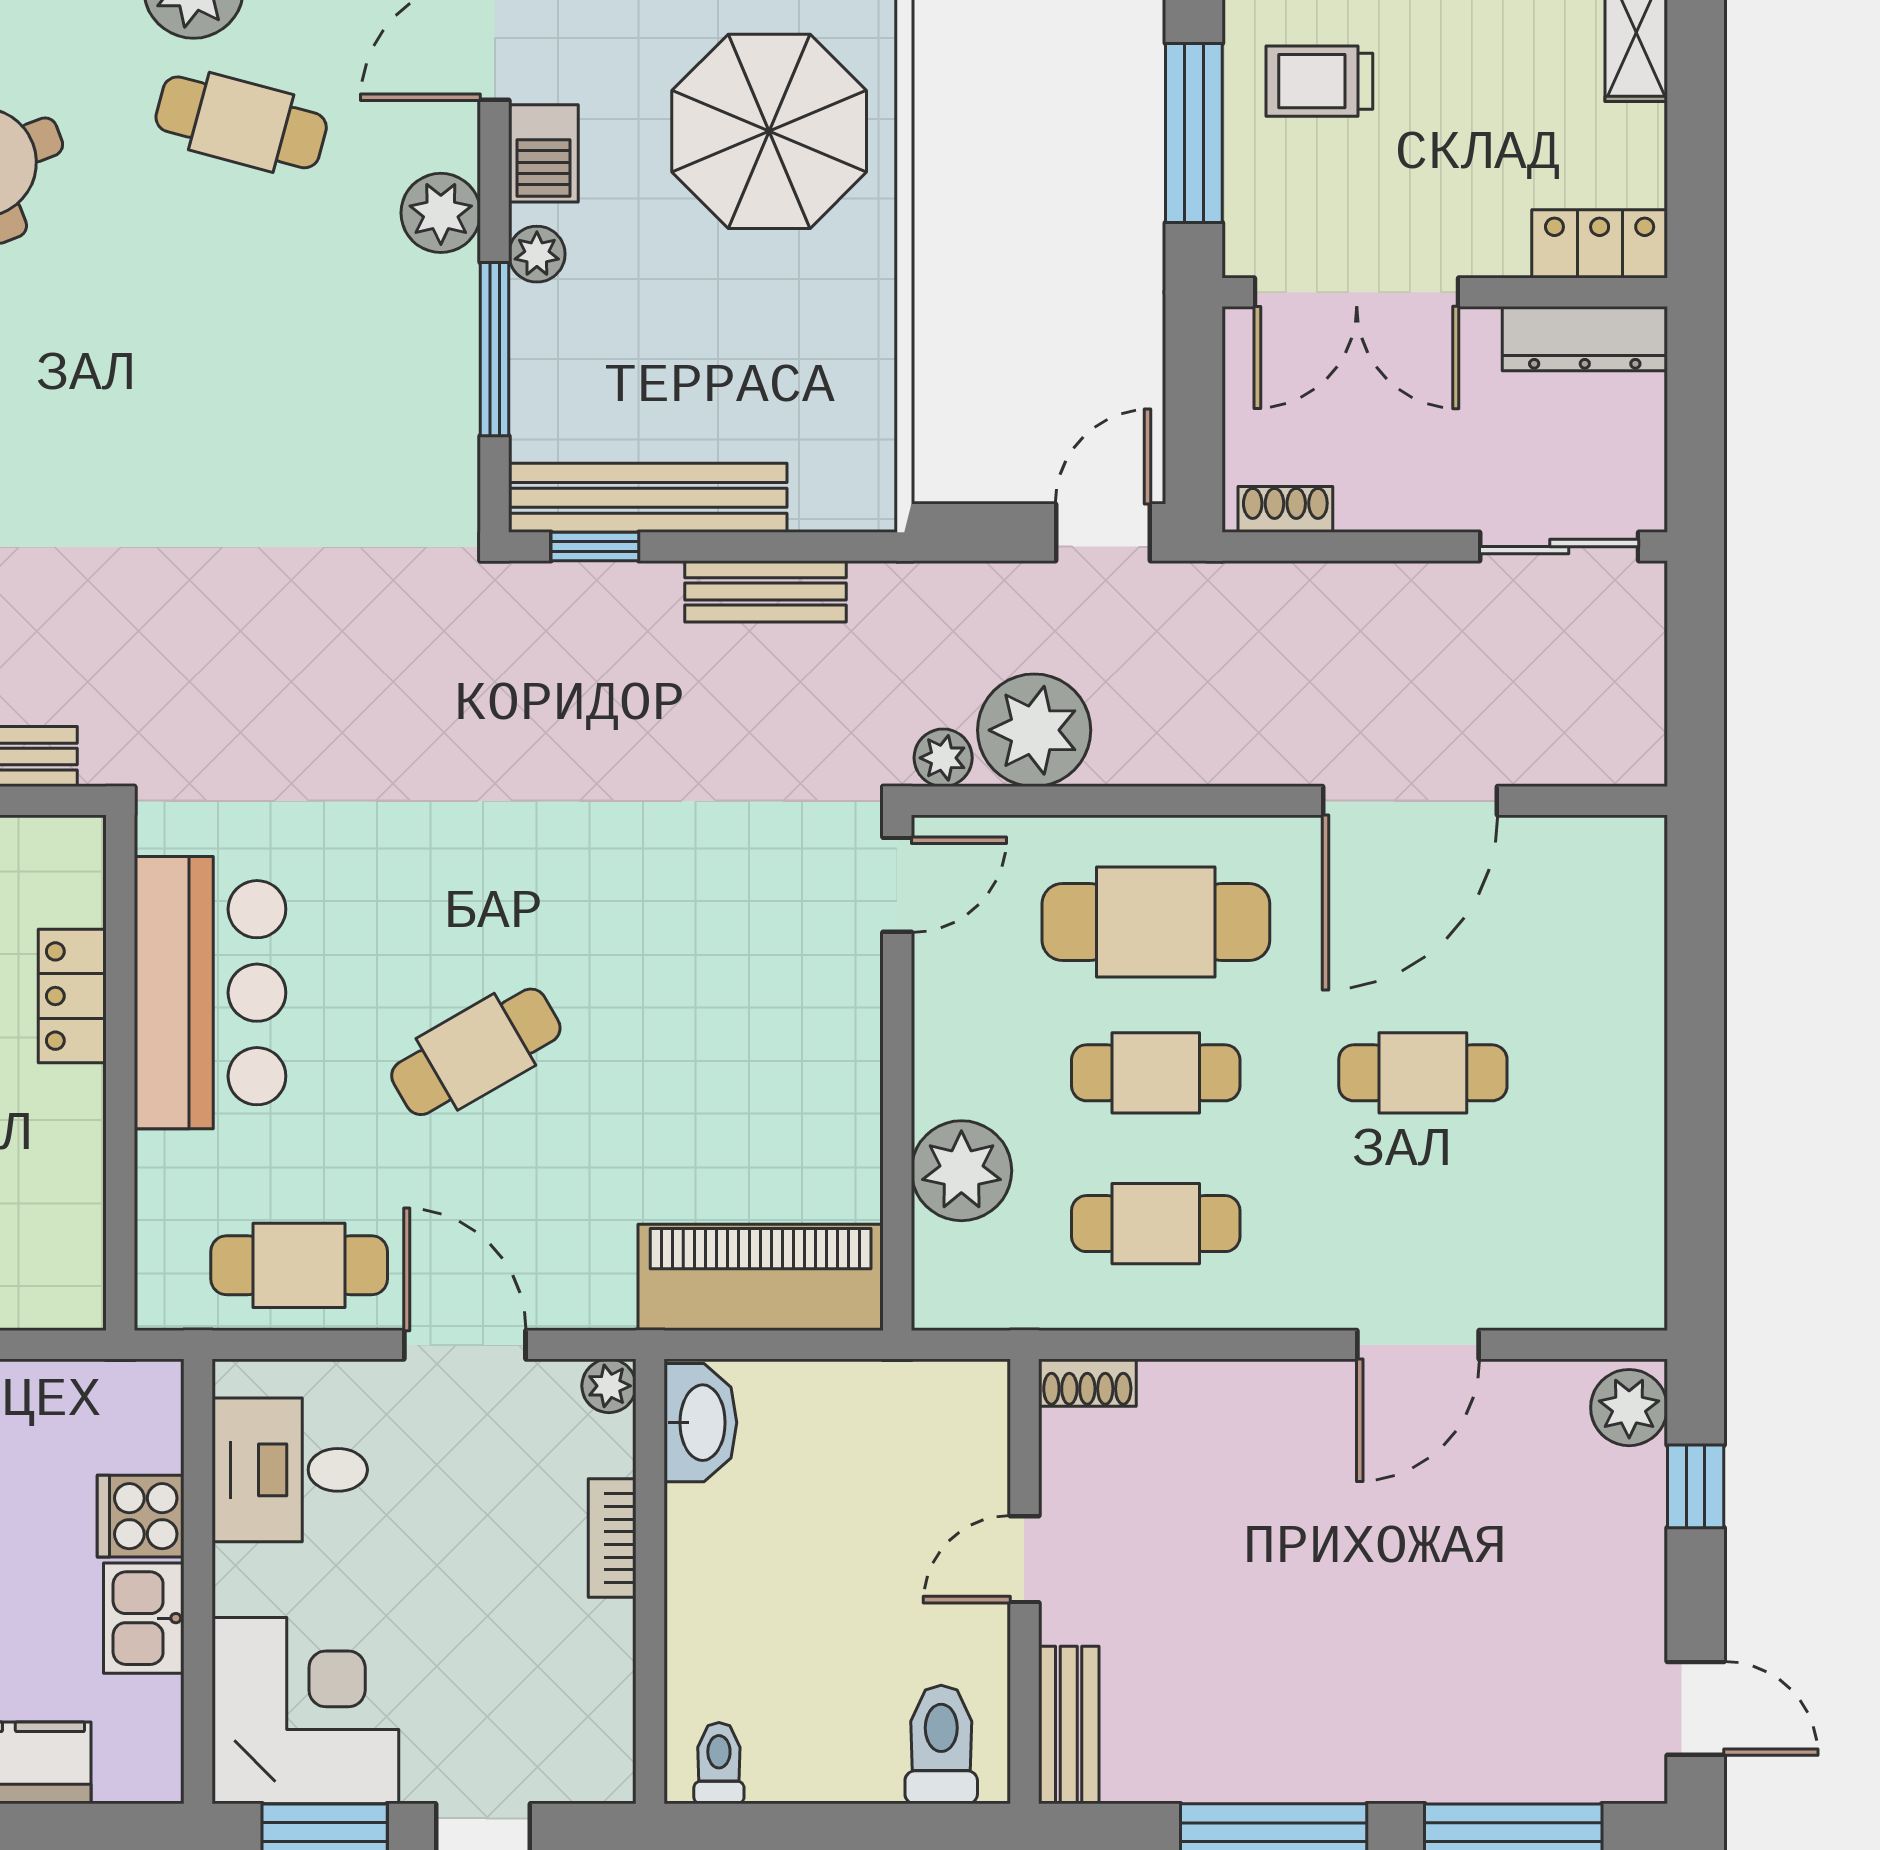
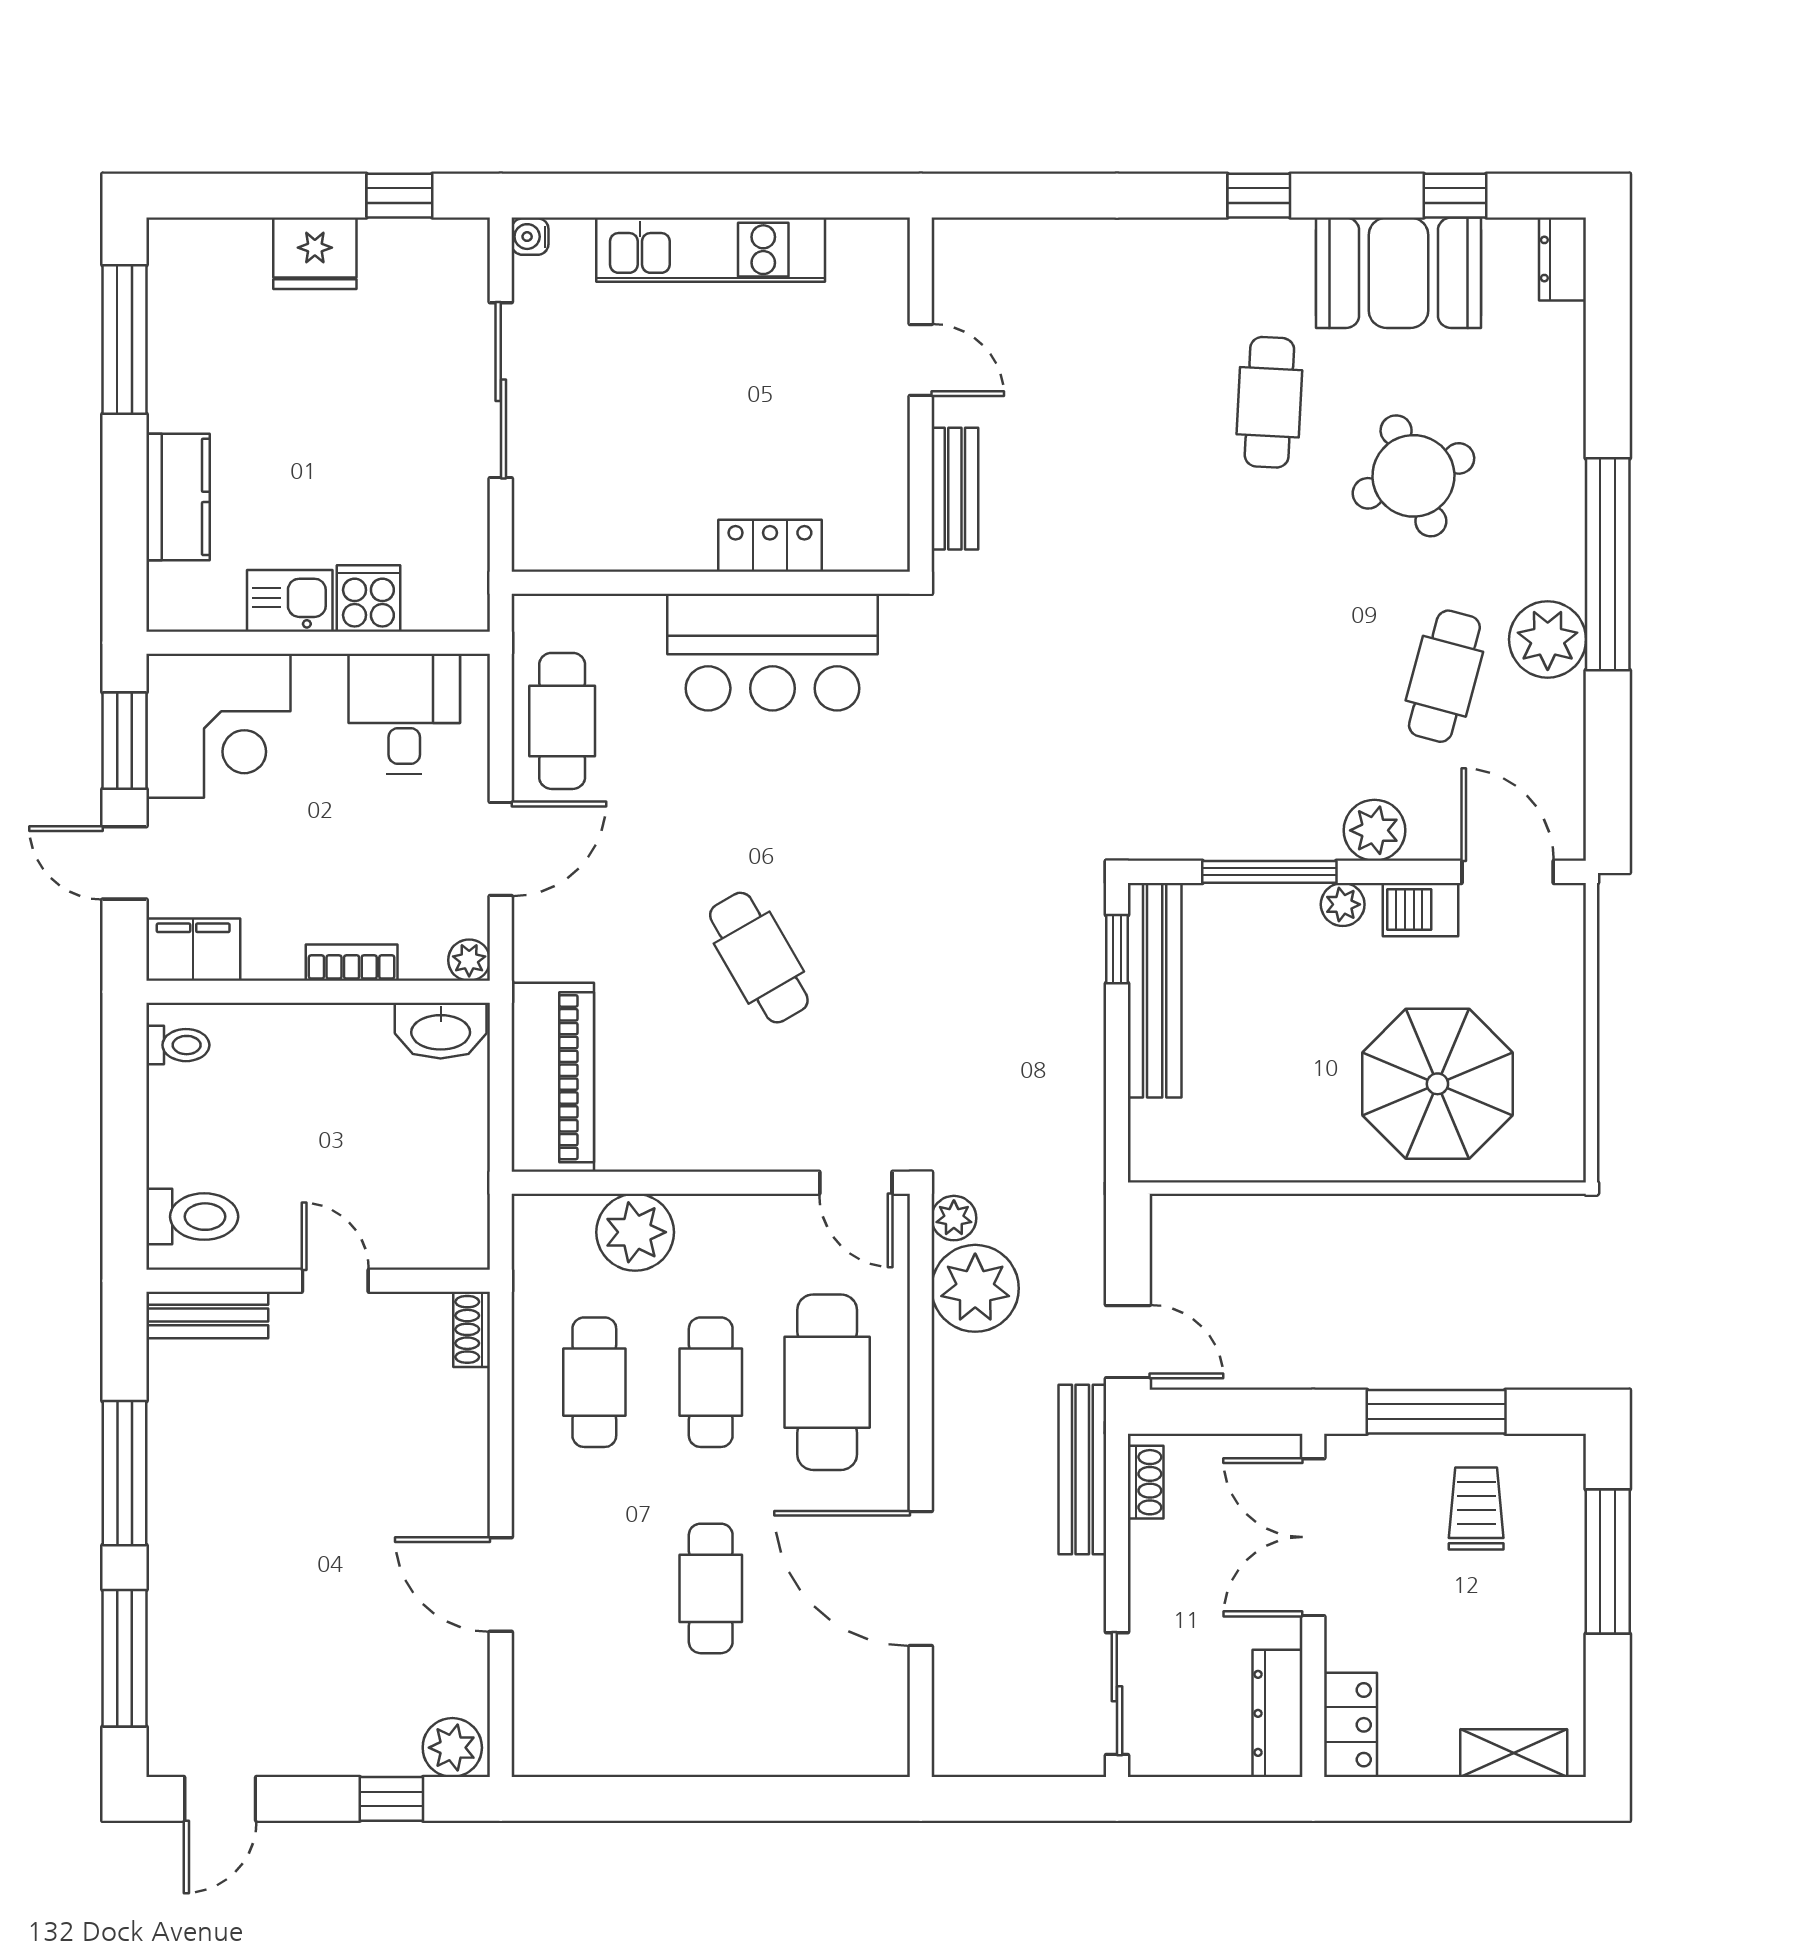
bench: (766, 591) -> (1082, 1469), moved, width x1.36
cafe table: (476, 1052) -> (759, 958), moved
filing cabinet: (595, 1743) -> (193, 950), added

